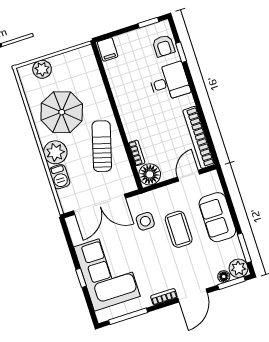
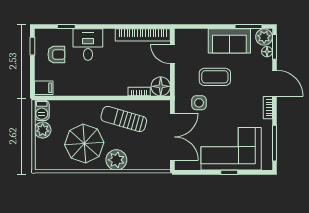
armchair: (164, 46) -> (56, 54), moved
plant: (42, 69) -> (43, 130), moved
barbecue: (60, 177) -> (42, 110), moved, turned 90
sofa: (217, 217) -> (229, 41), moved

